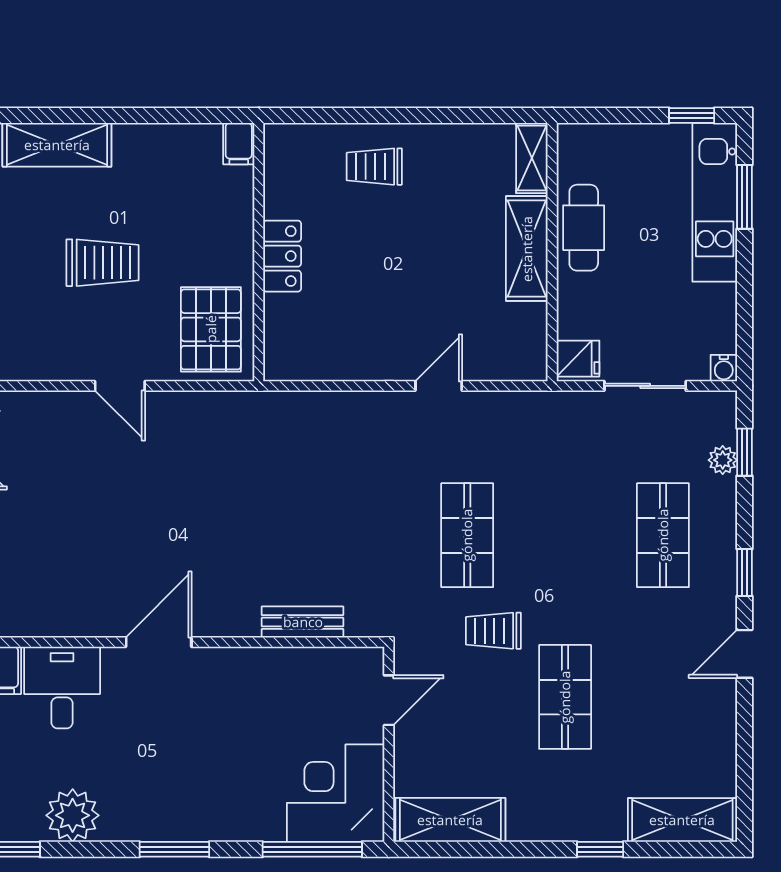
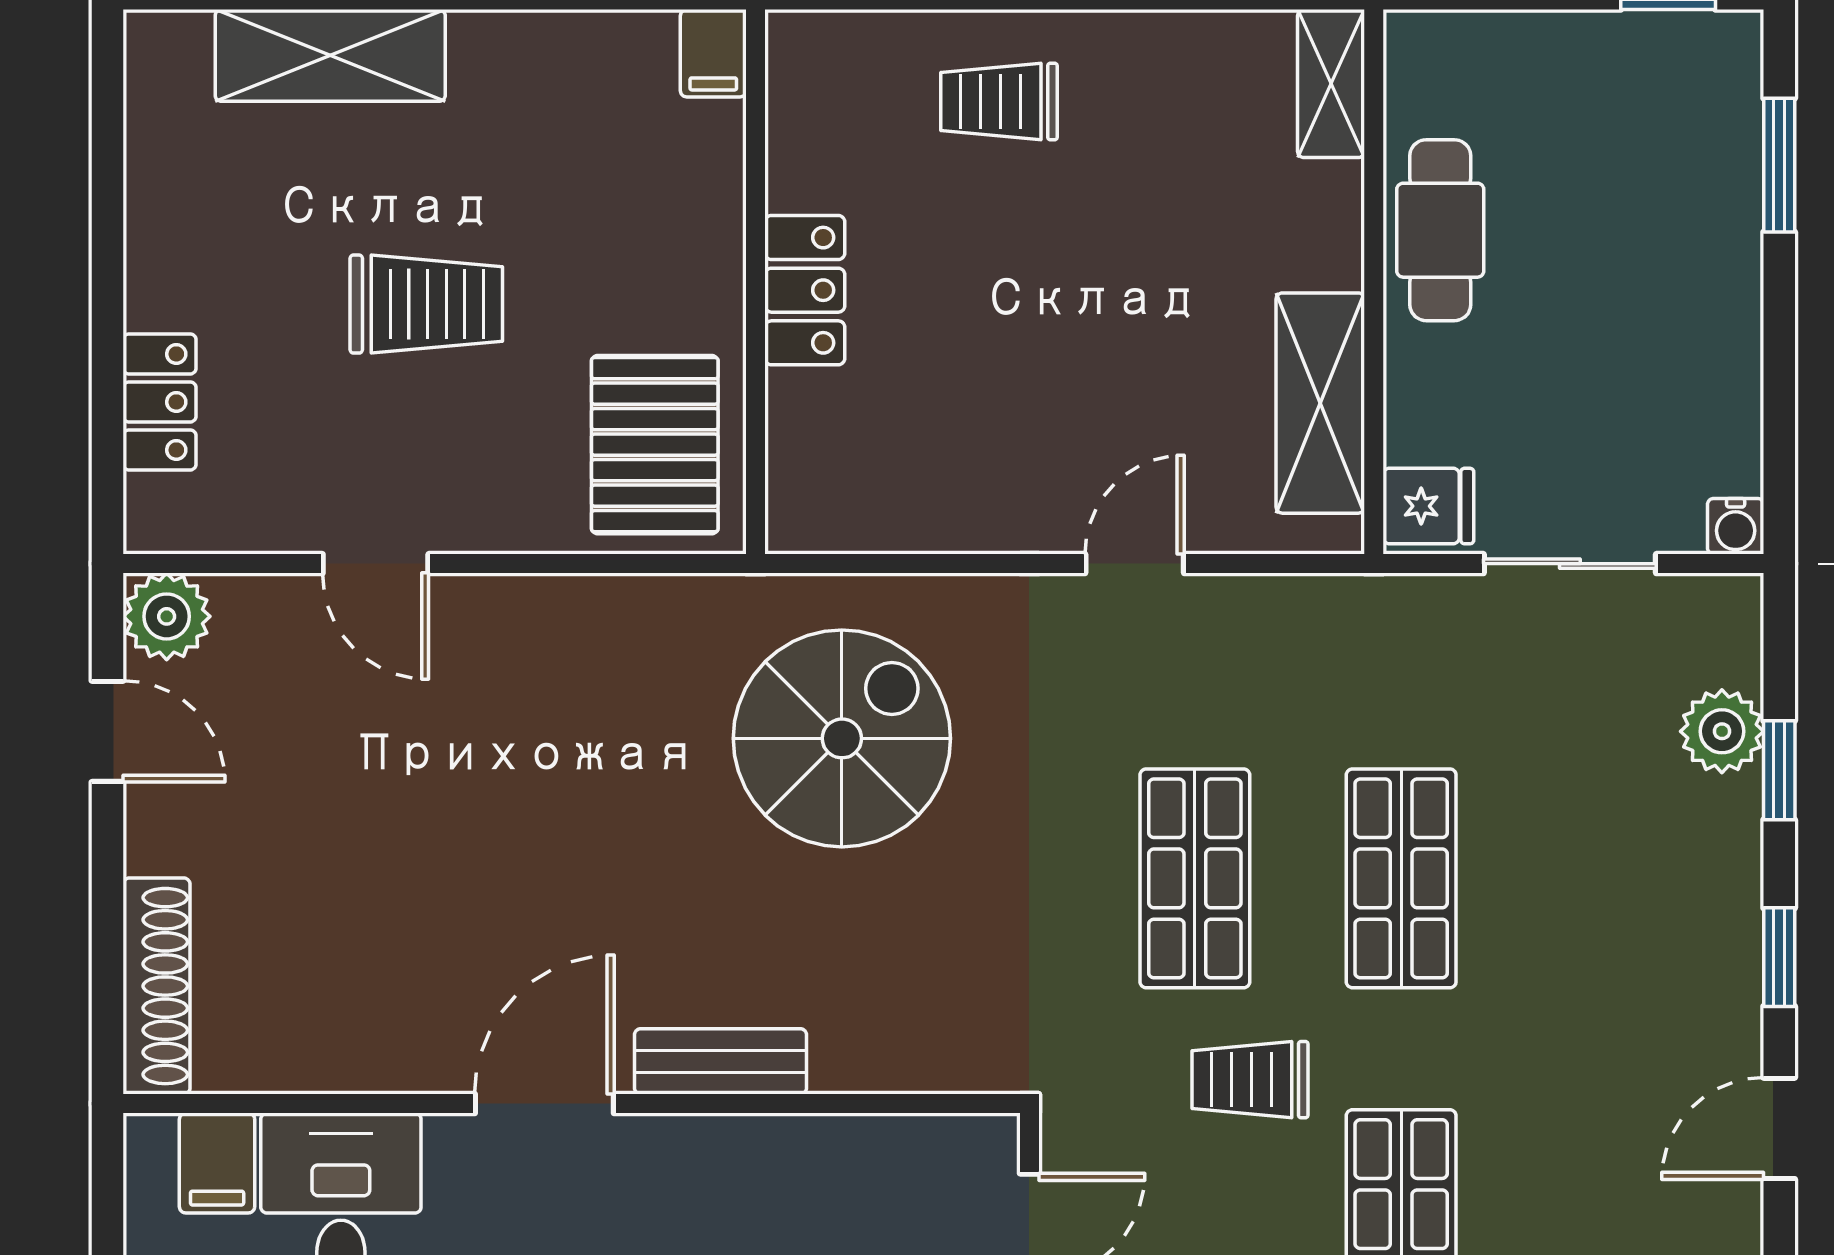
kitchen unit: (715, 202) -> (1716, 177), removed
shelving: (527, 249) -> (1320, 403), moved
door: (120, 386) -> (376, 564), moved
window: (744, 452) -> (1779, 770), moved
plant: (723, 460) -> (1722, 731), width x1.38, depth x1.38
spiral stairs: (300, 469) -> (842, 738), added
shop shelf: (663, 535) -> (1401, 878), moved
bench: (303, 622) -> (721, 1061), moved

